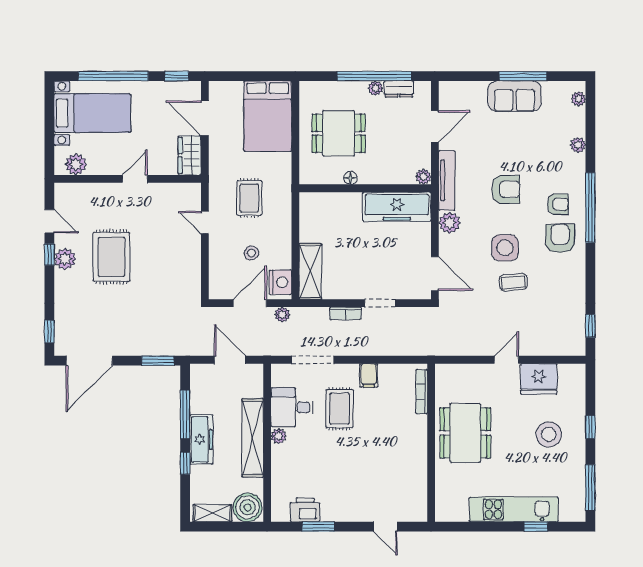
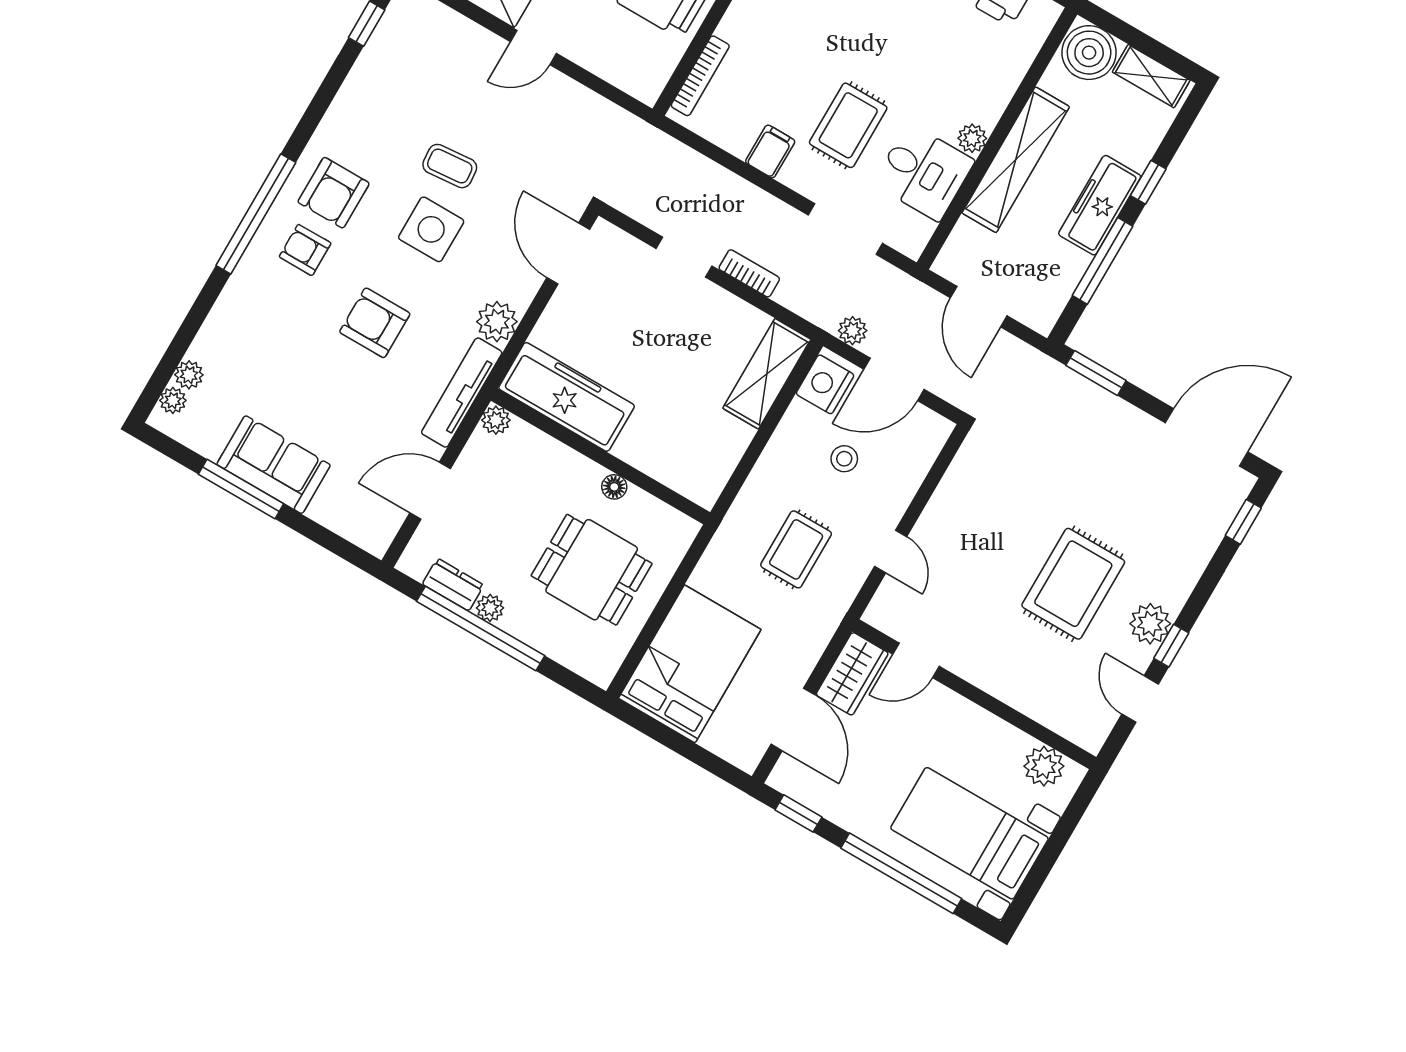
plant: (578, 145) -> (189, 375), moved
door: (135, 179) -> (916, 660), moved

